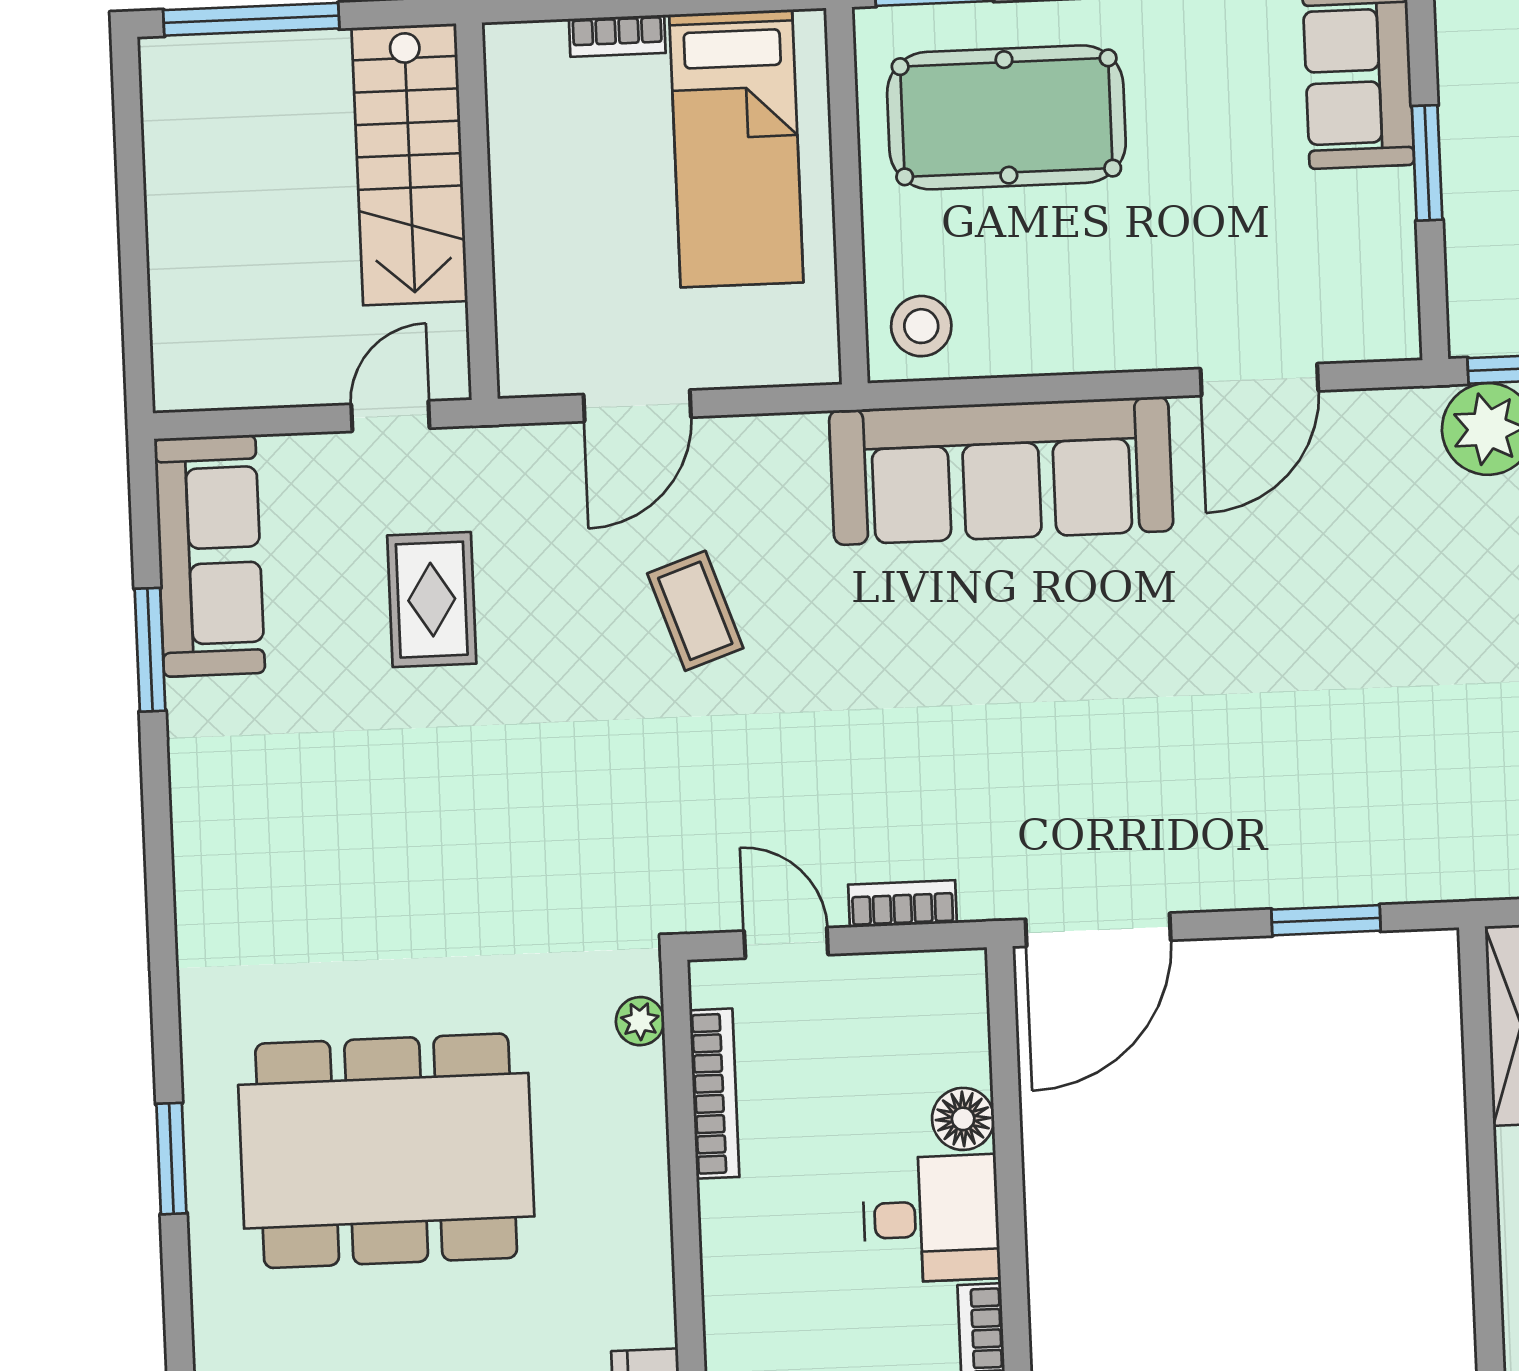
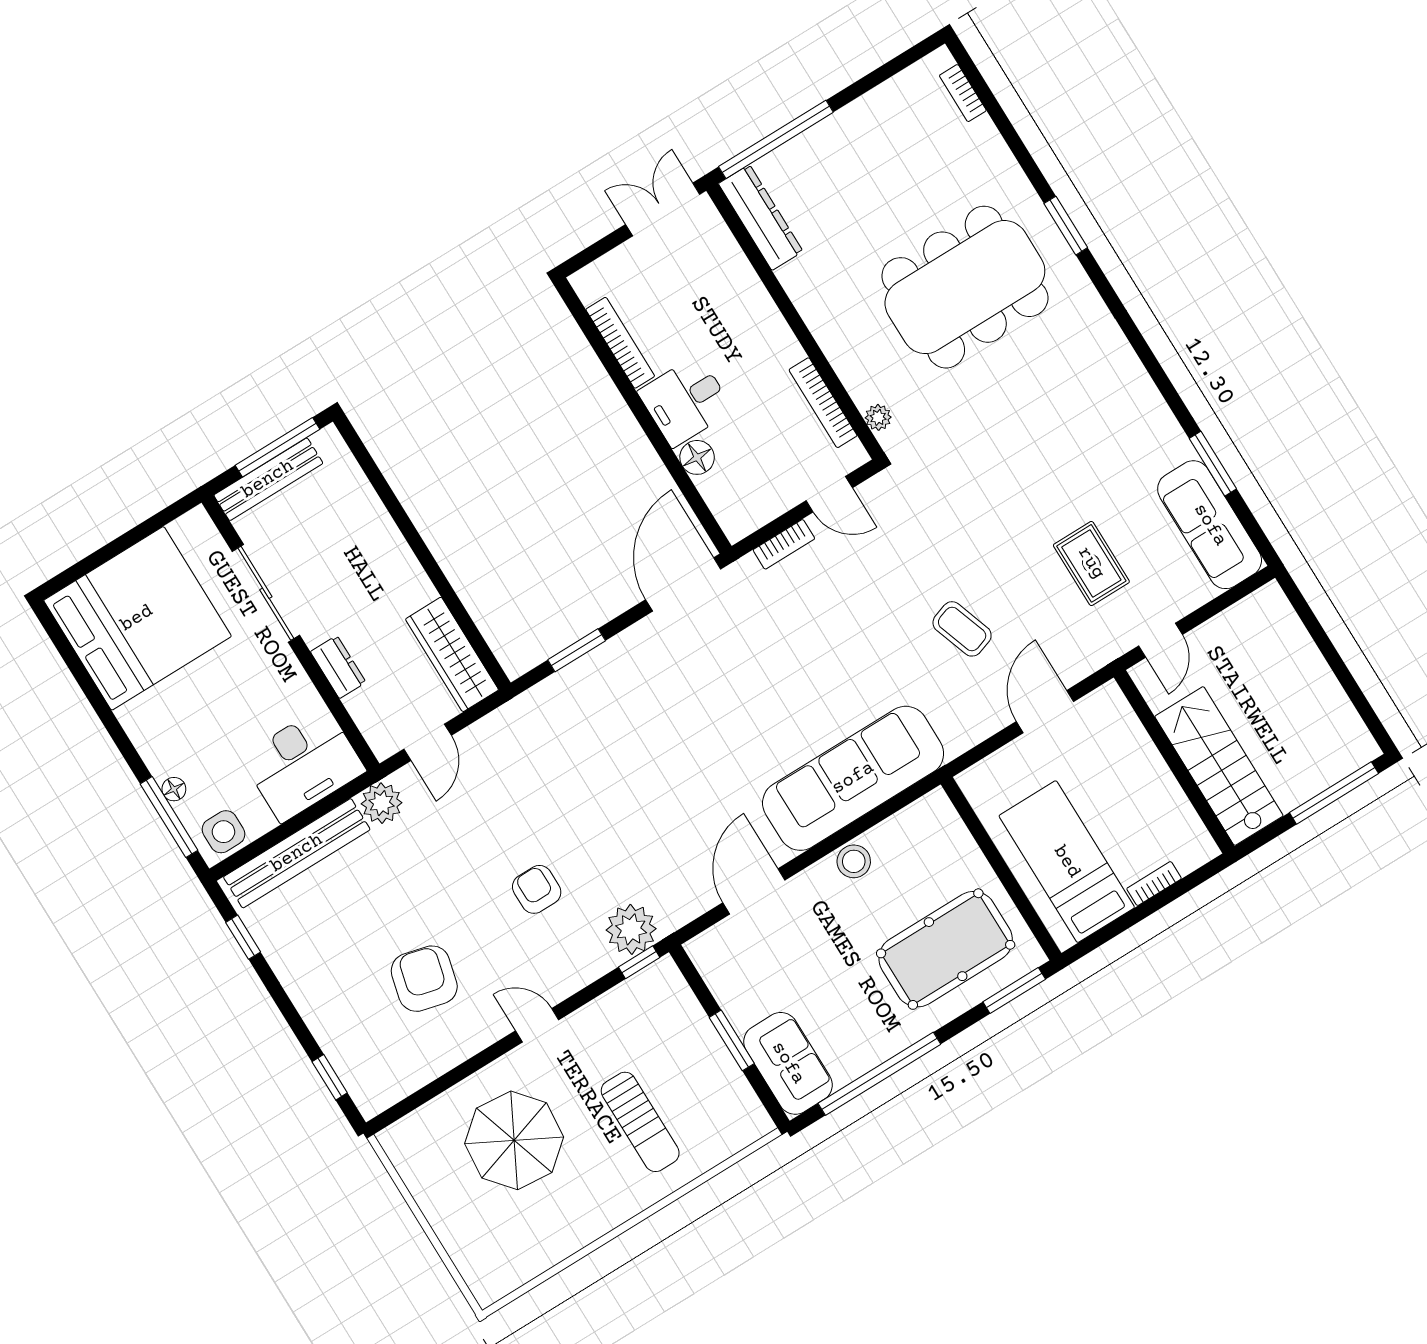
stool: (921, 326) -> (854, 861), moved

